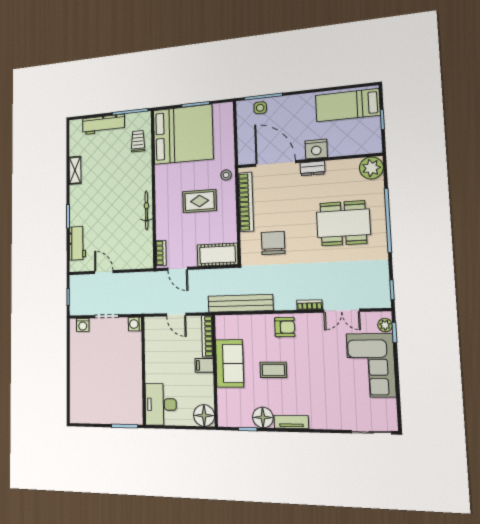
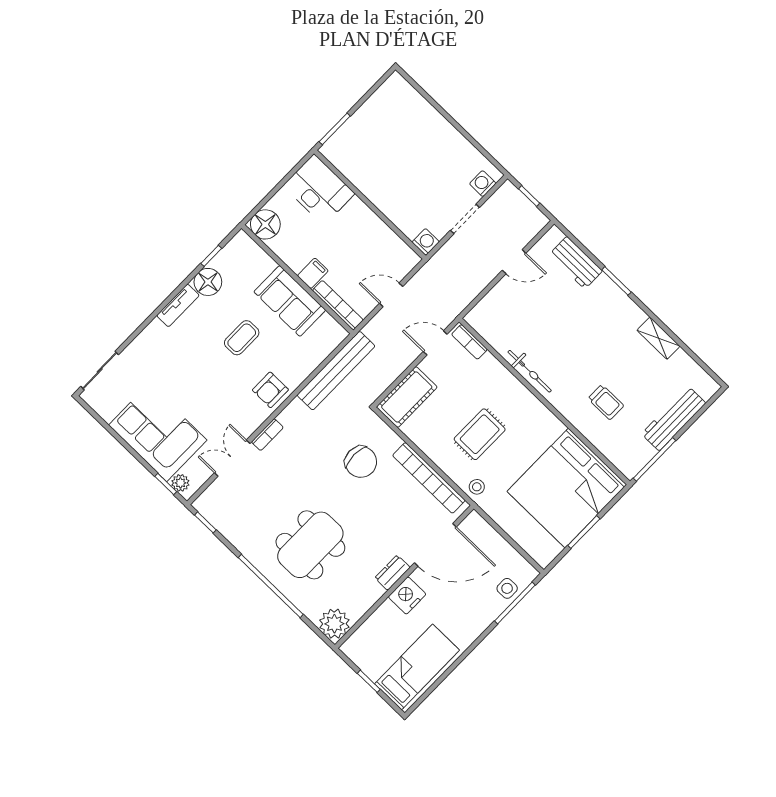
trolley: (138, 141) -> (606, 402), moved

